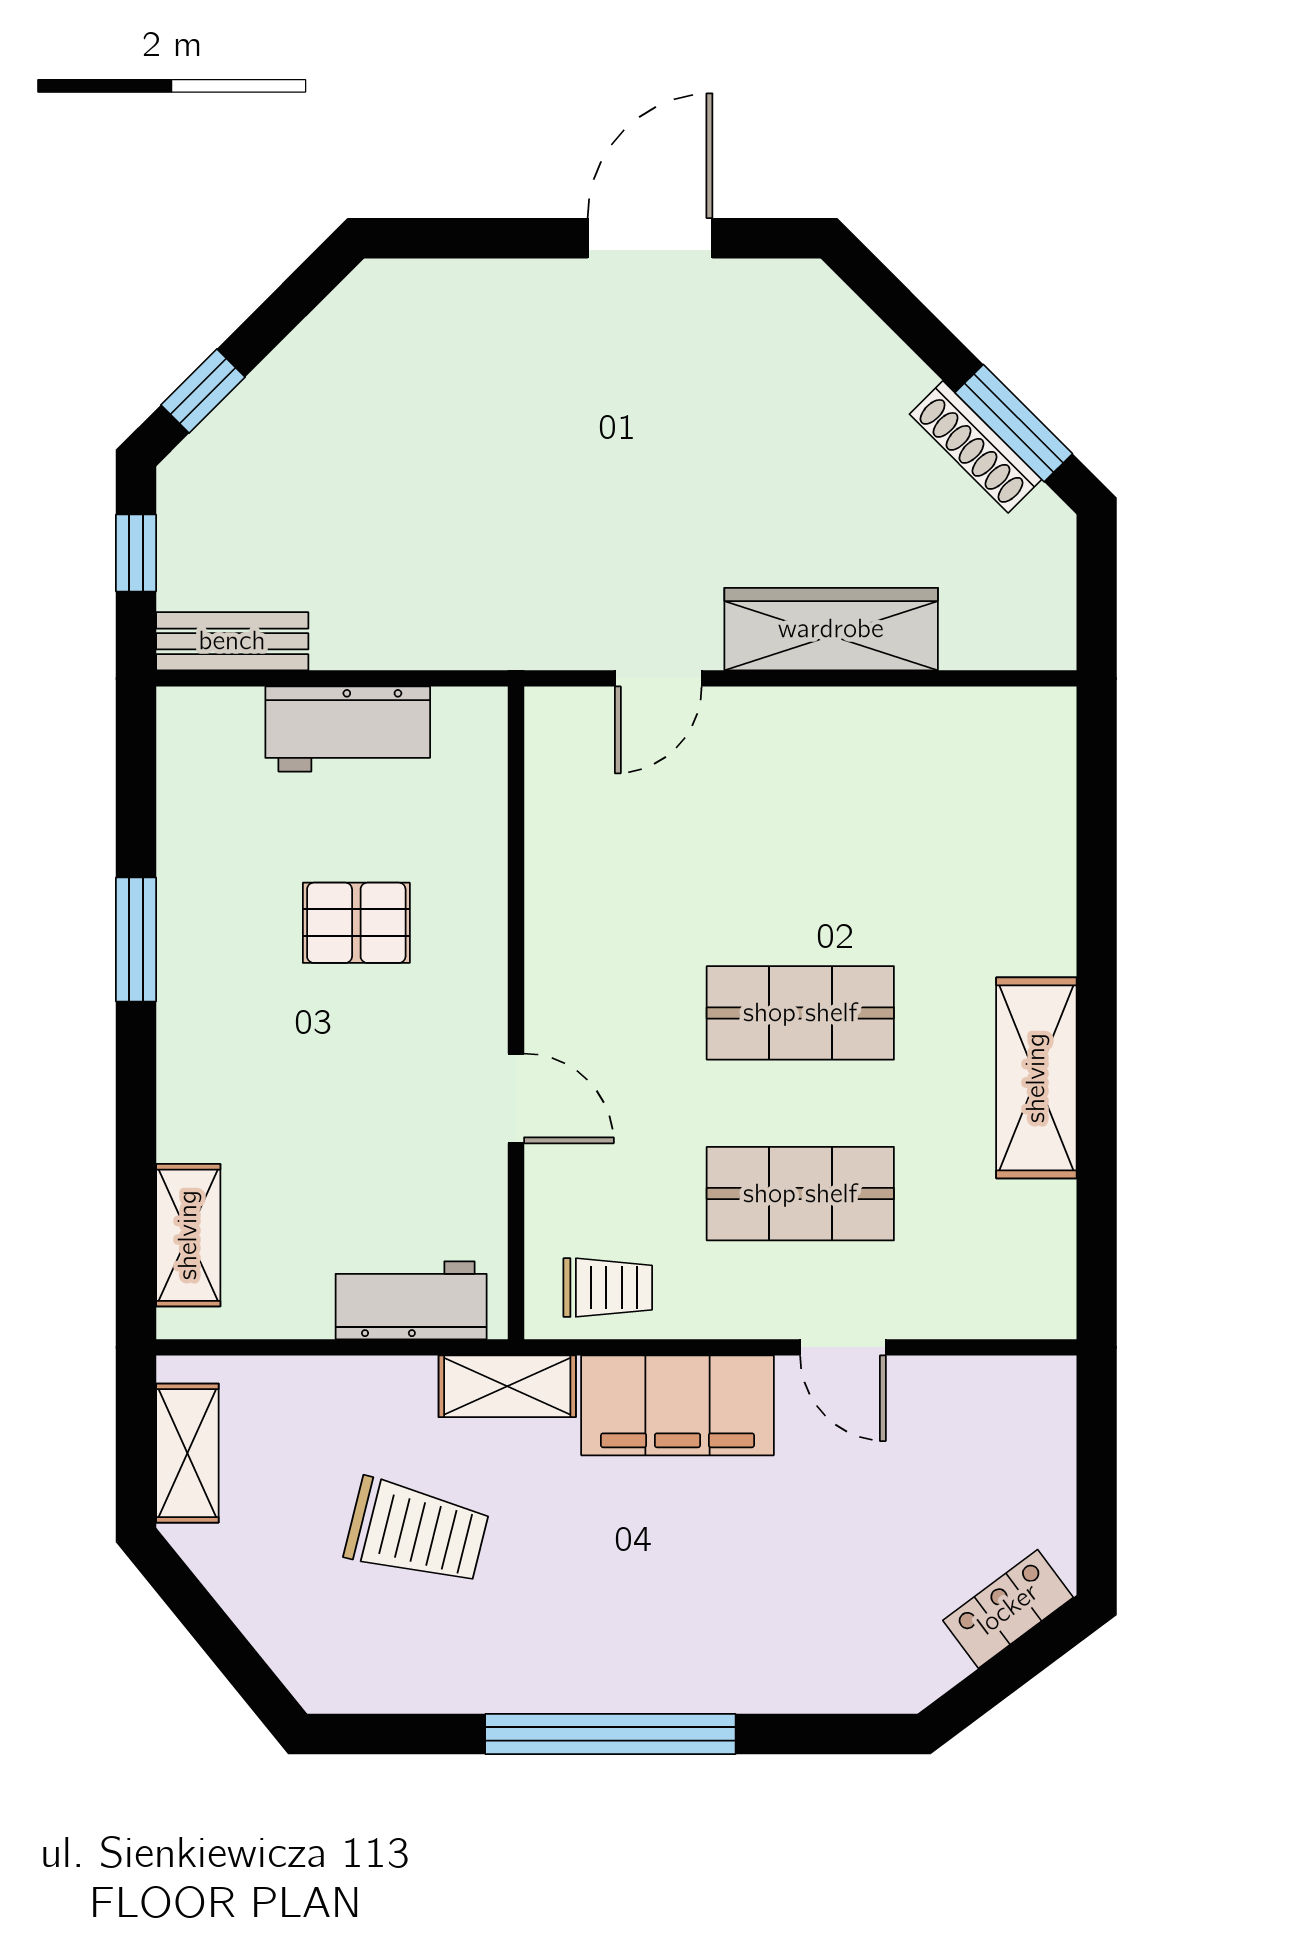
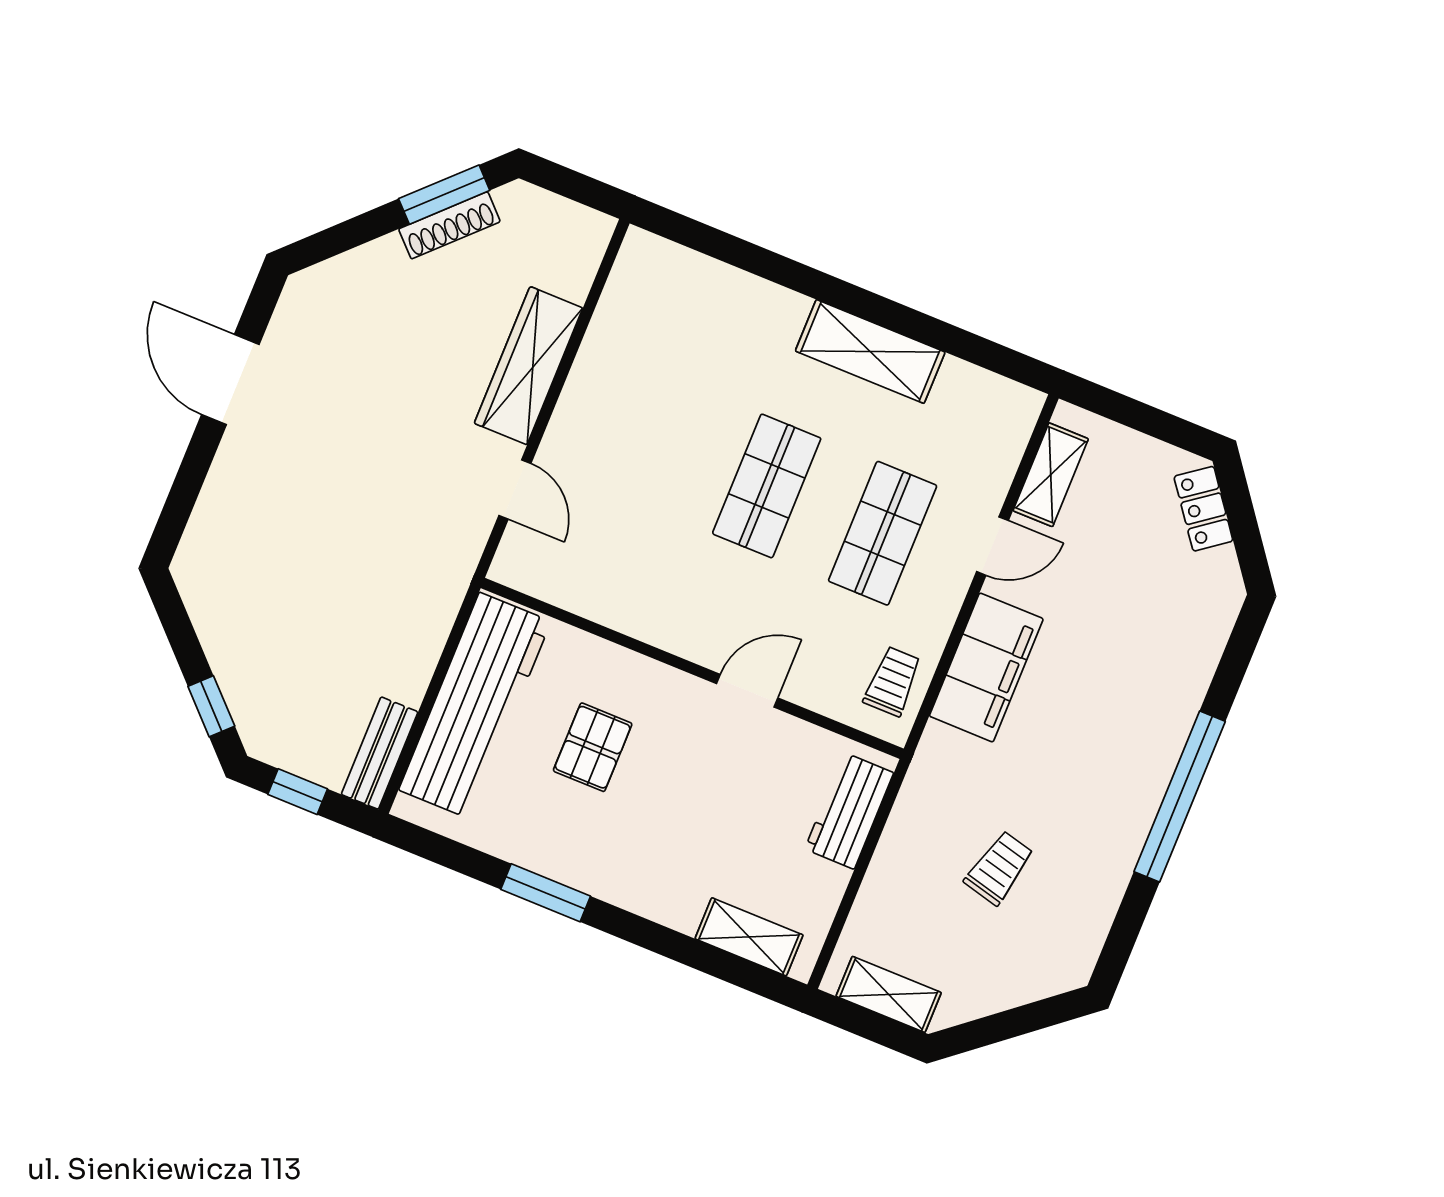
workbench: (348, 729) -> (475, 706), width x1.88, depth x1.32
shelving: (507, 1386) -> (1051, 475), moved
trolley: (417, 1532) -> (999, 868), width x0.73, depth x0.72

